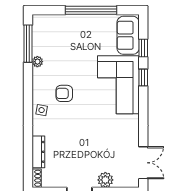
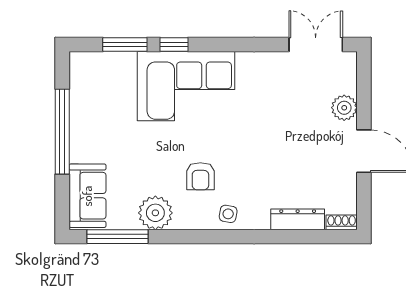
sofa: (128, 35) -> (87, 196), moved, turned -90
window: (143, 48) -> (125, 45), width x1.50
plant: (37, 62) -> (155, 213), width x1.88, depth x1.88

